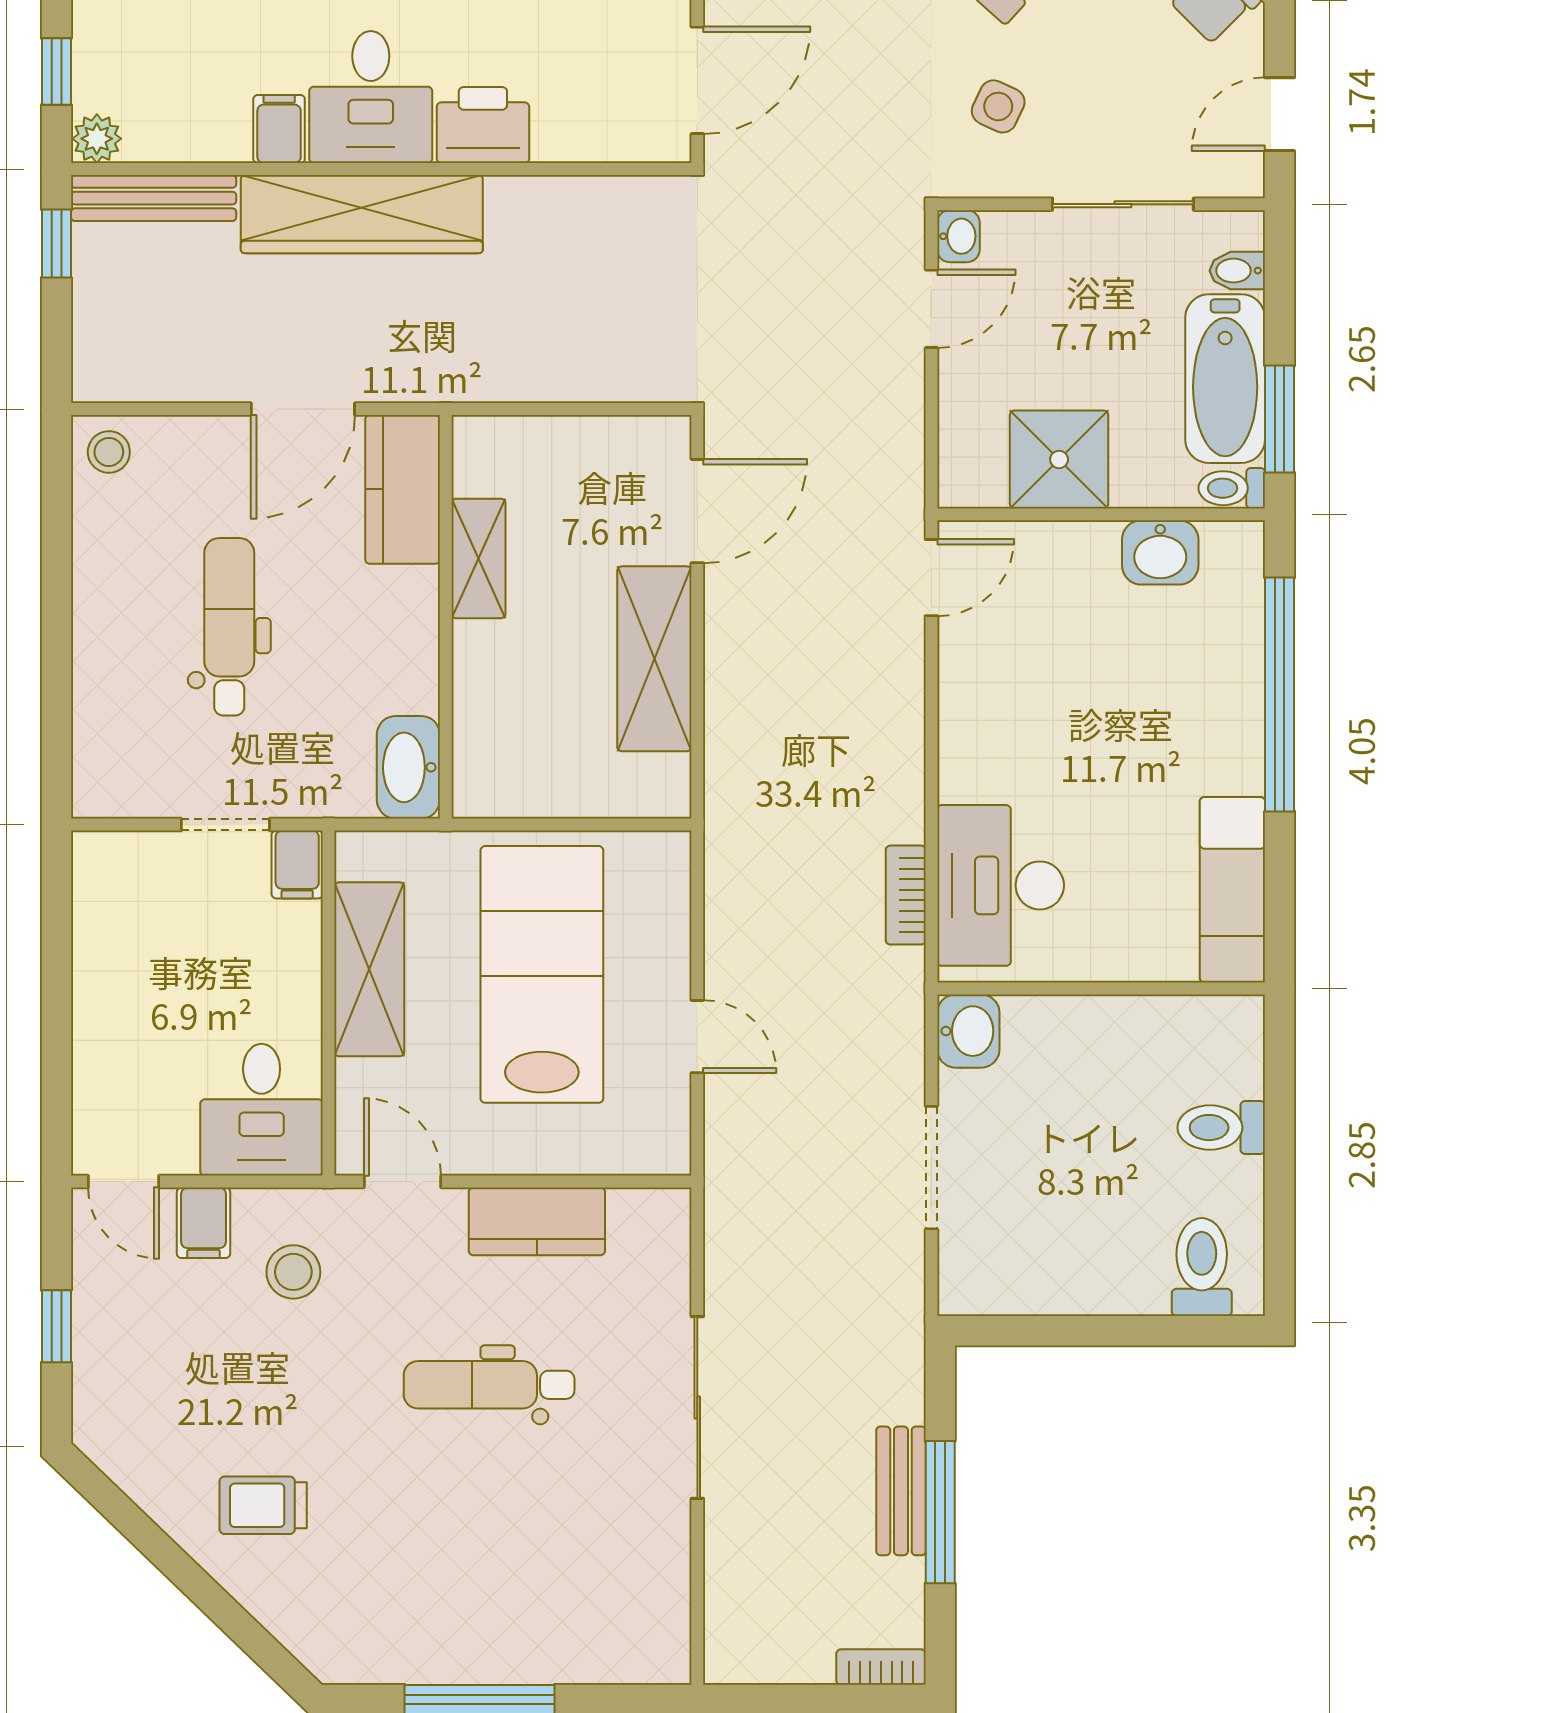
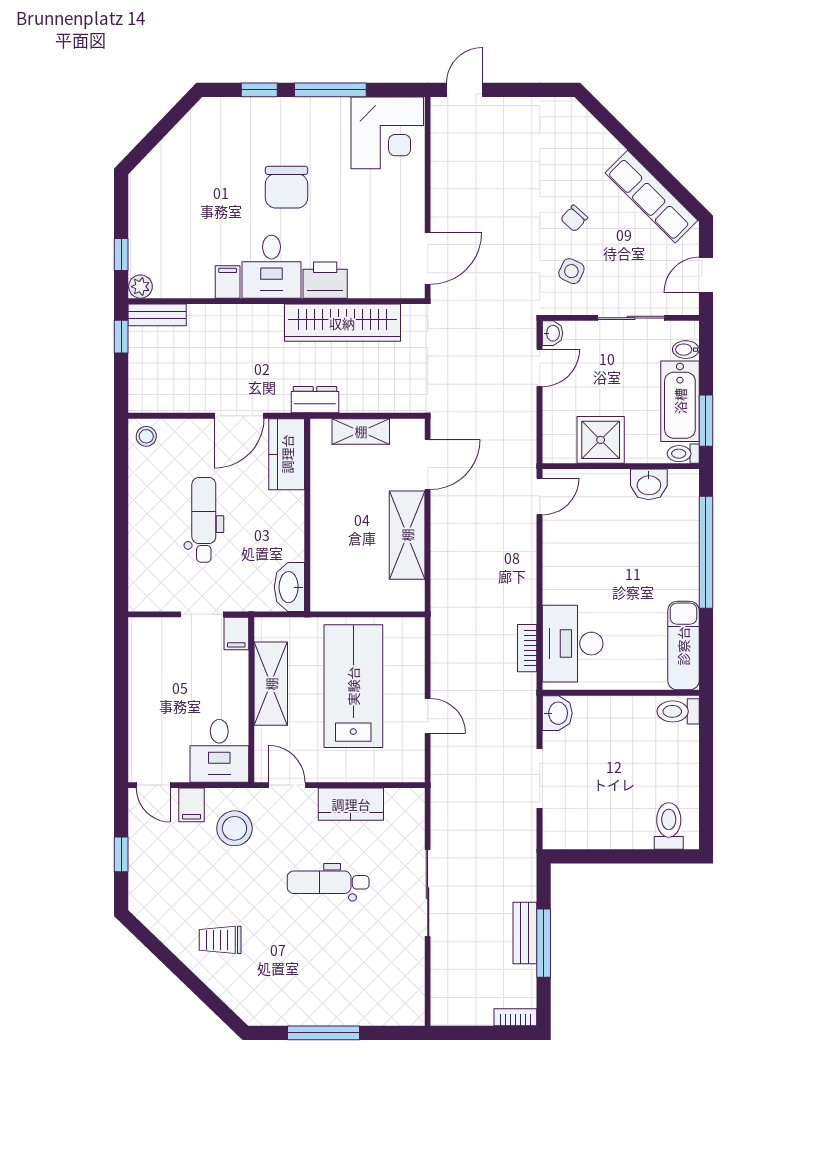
bench: (154, 198) -> (157, 315), width x0.73
wardrobe: (362, 214) -> (342, 323), moved
dresser: (462, 375) -> (315, 400), added
shelving: (478, 558) -> (361, 431), moved, turned 90
toilet: (1221, 1128) -> (678, 711), moved
stool: (293, 1272) -> (234, 828), width x1.38, depth x1.38

